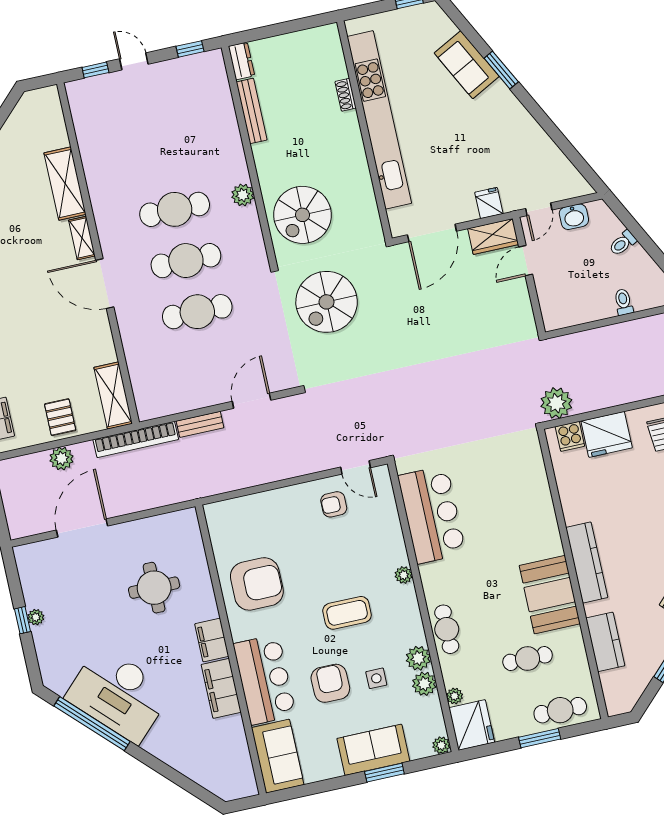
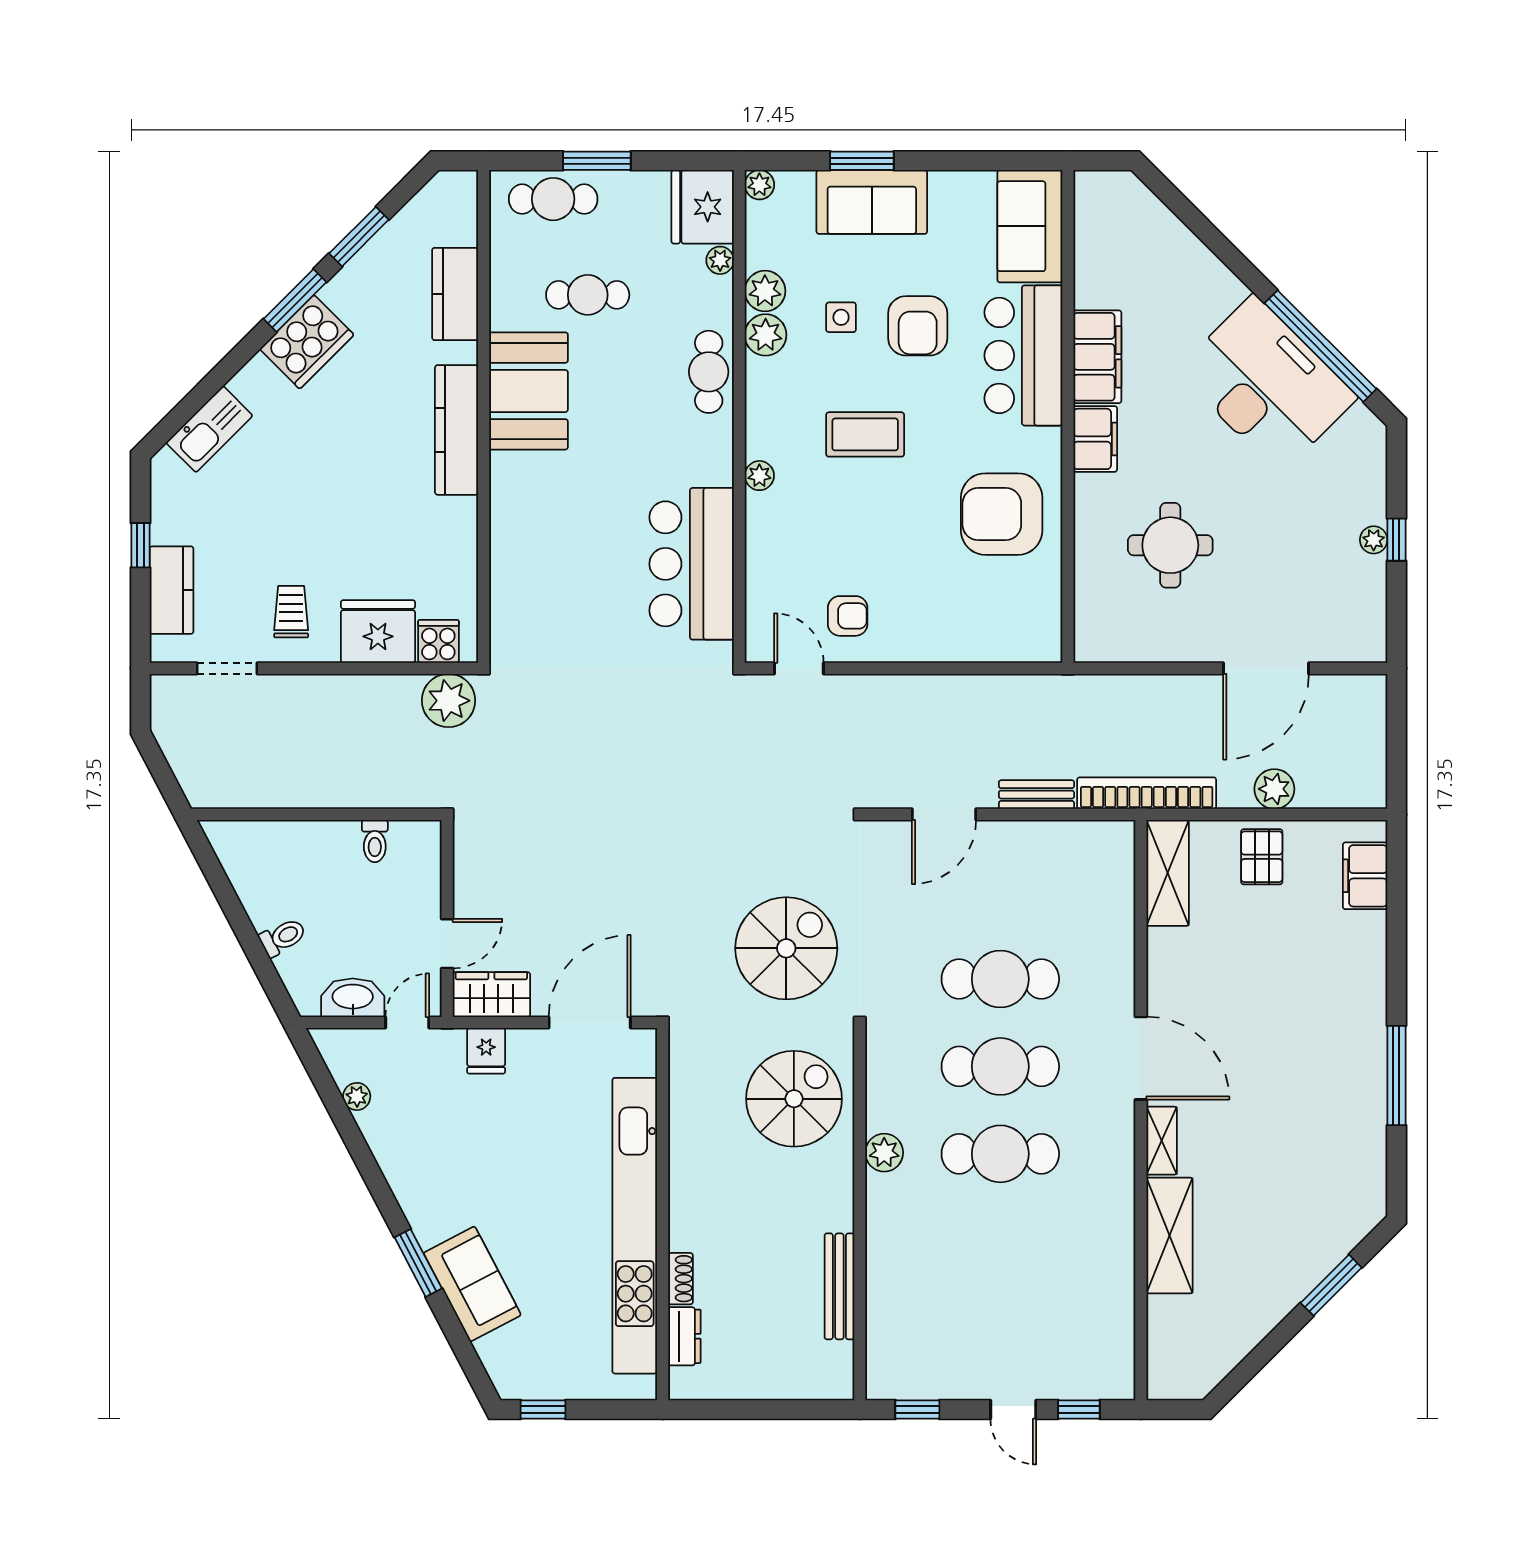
dresser: (241, 61) -> (684, 1336), moved, turned 180
plant: (559, 159) -> (357, 1096), added
washbasin: (574, 217) -> (353, 998), width x1.38
toilet: (623, 302) -> (375, 841), moved

